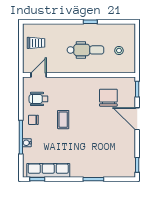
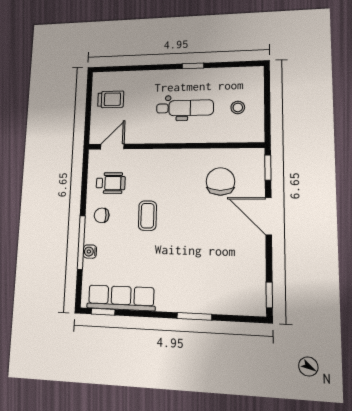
wheelchair: (38, 99) -> (111, 183), turned 180

